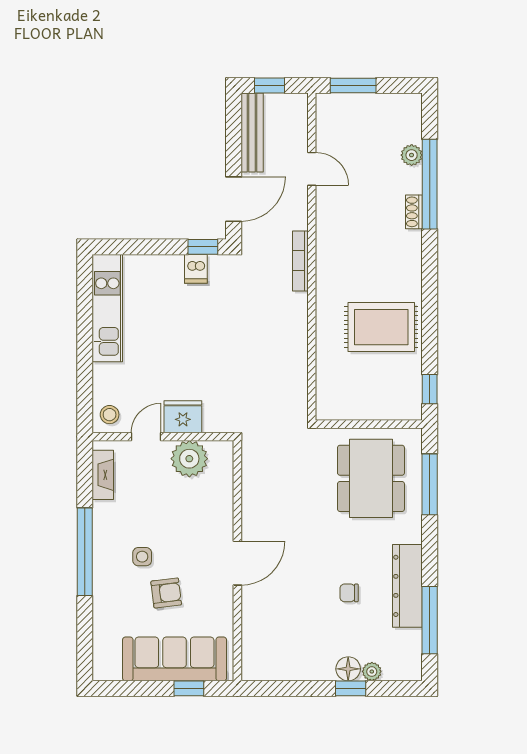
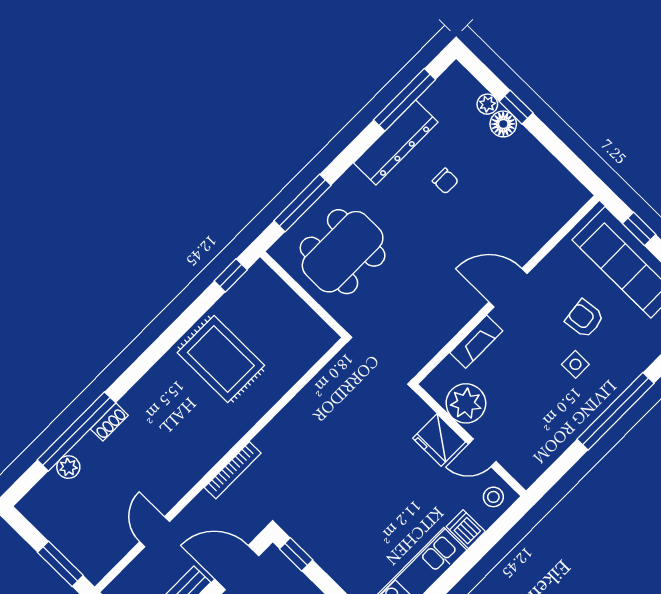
dishwasher: (196, 269) -> (466, 529), moved, turned -90
fireplace: (103, 475) -> (476, 342), moved, turned 180

